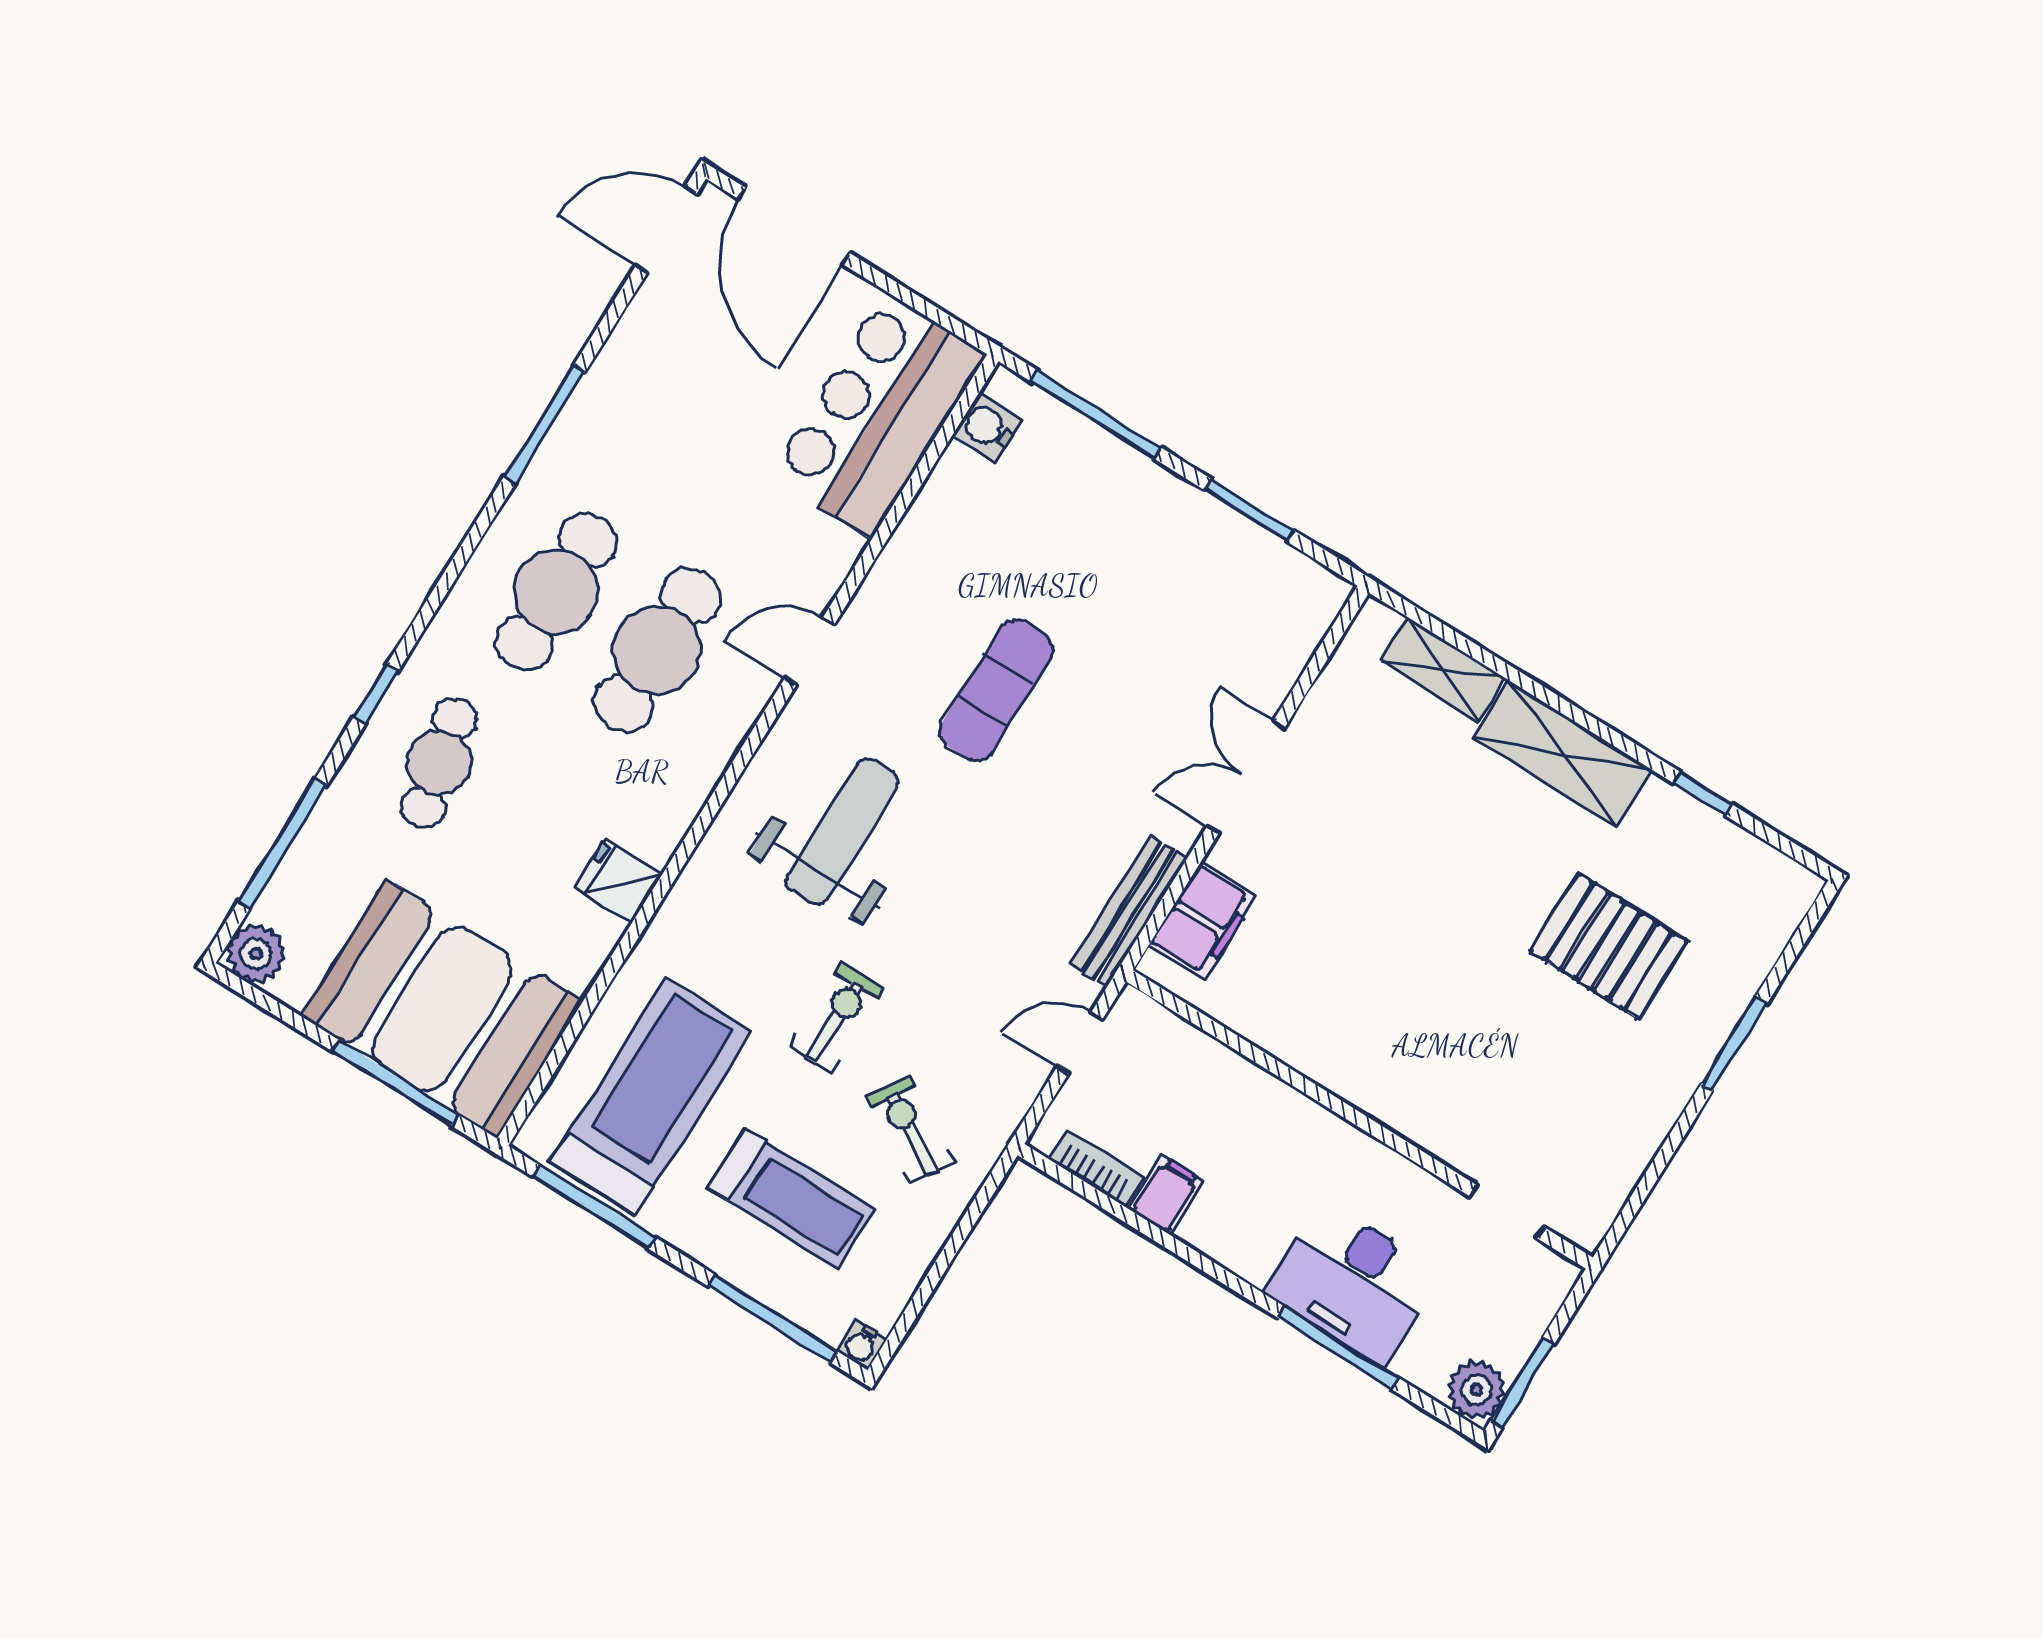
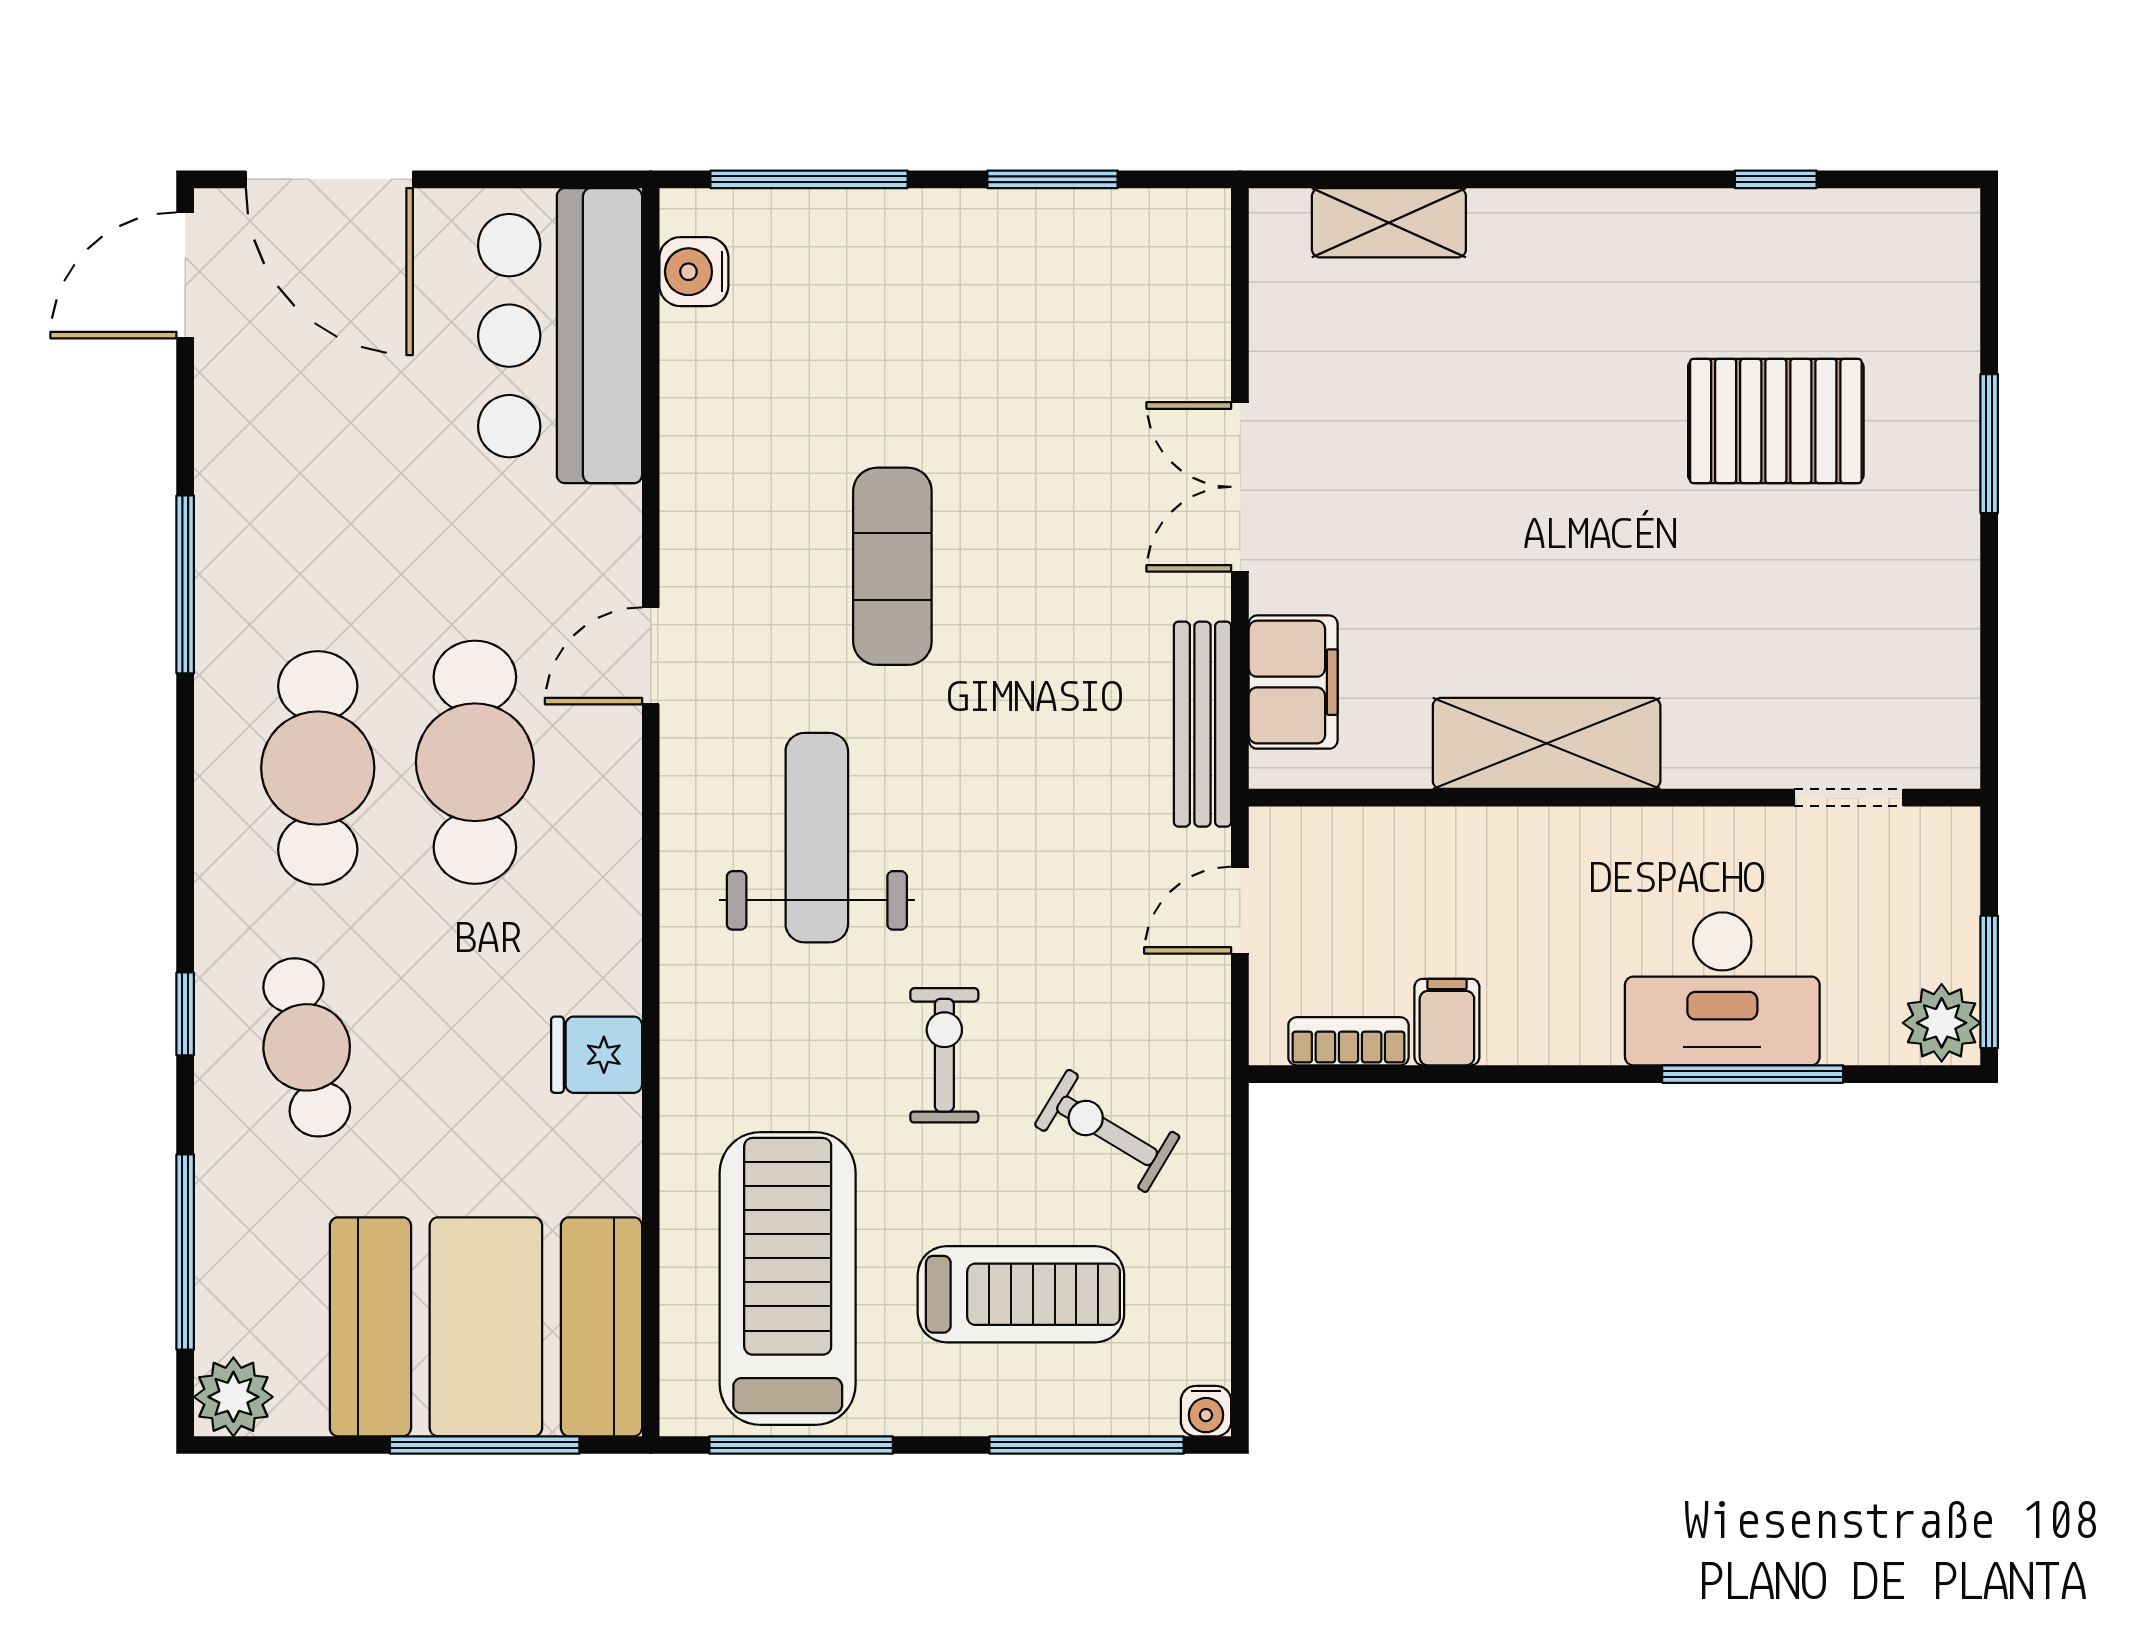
shelving: (1563, 754) -> (1547, 743), moved

